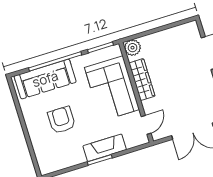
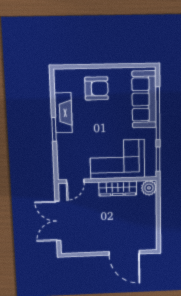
armchair: (62, 120) -> (97, 88), moved
door: (146, 125) -> (75, 181), hinge flipped
fireplace: (105, 148) -> (63, 113), moved

